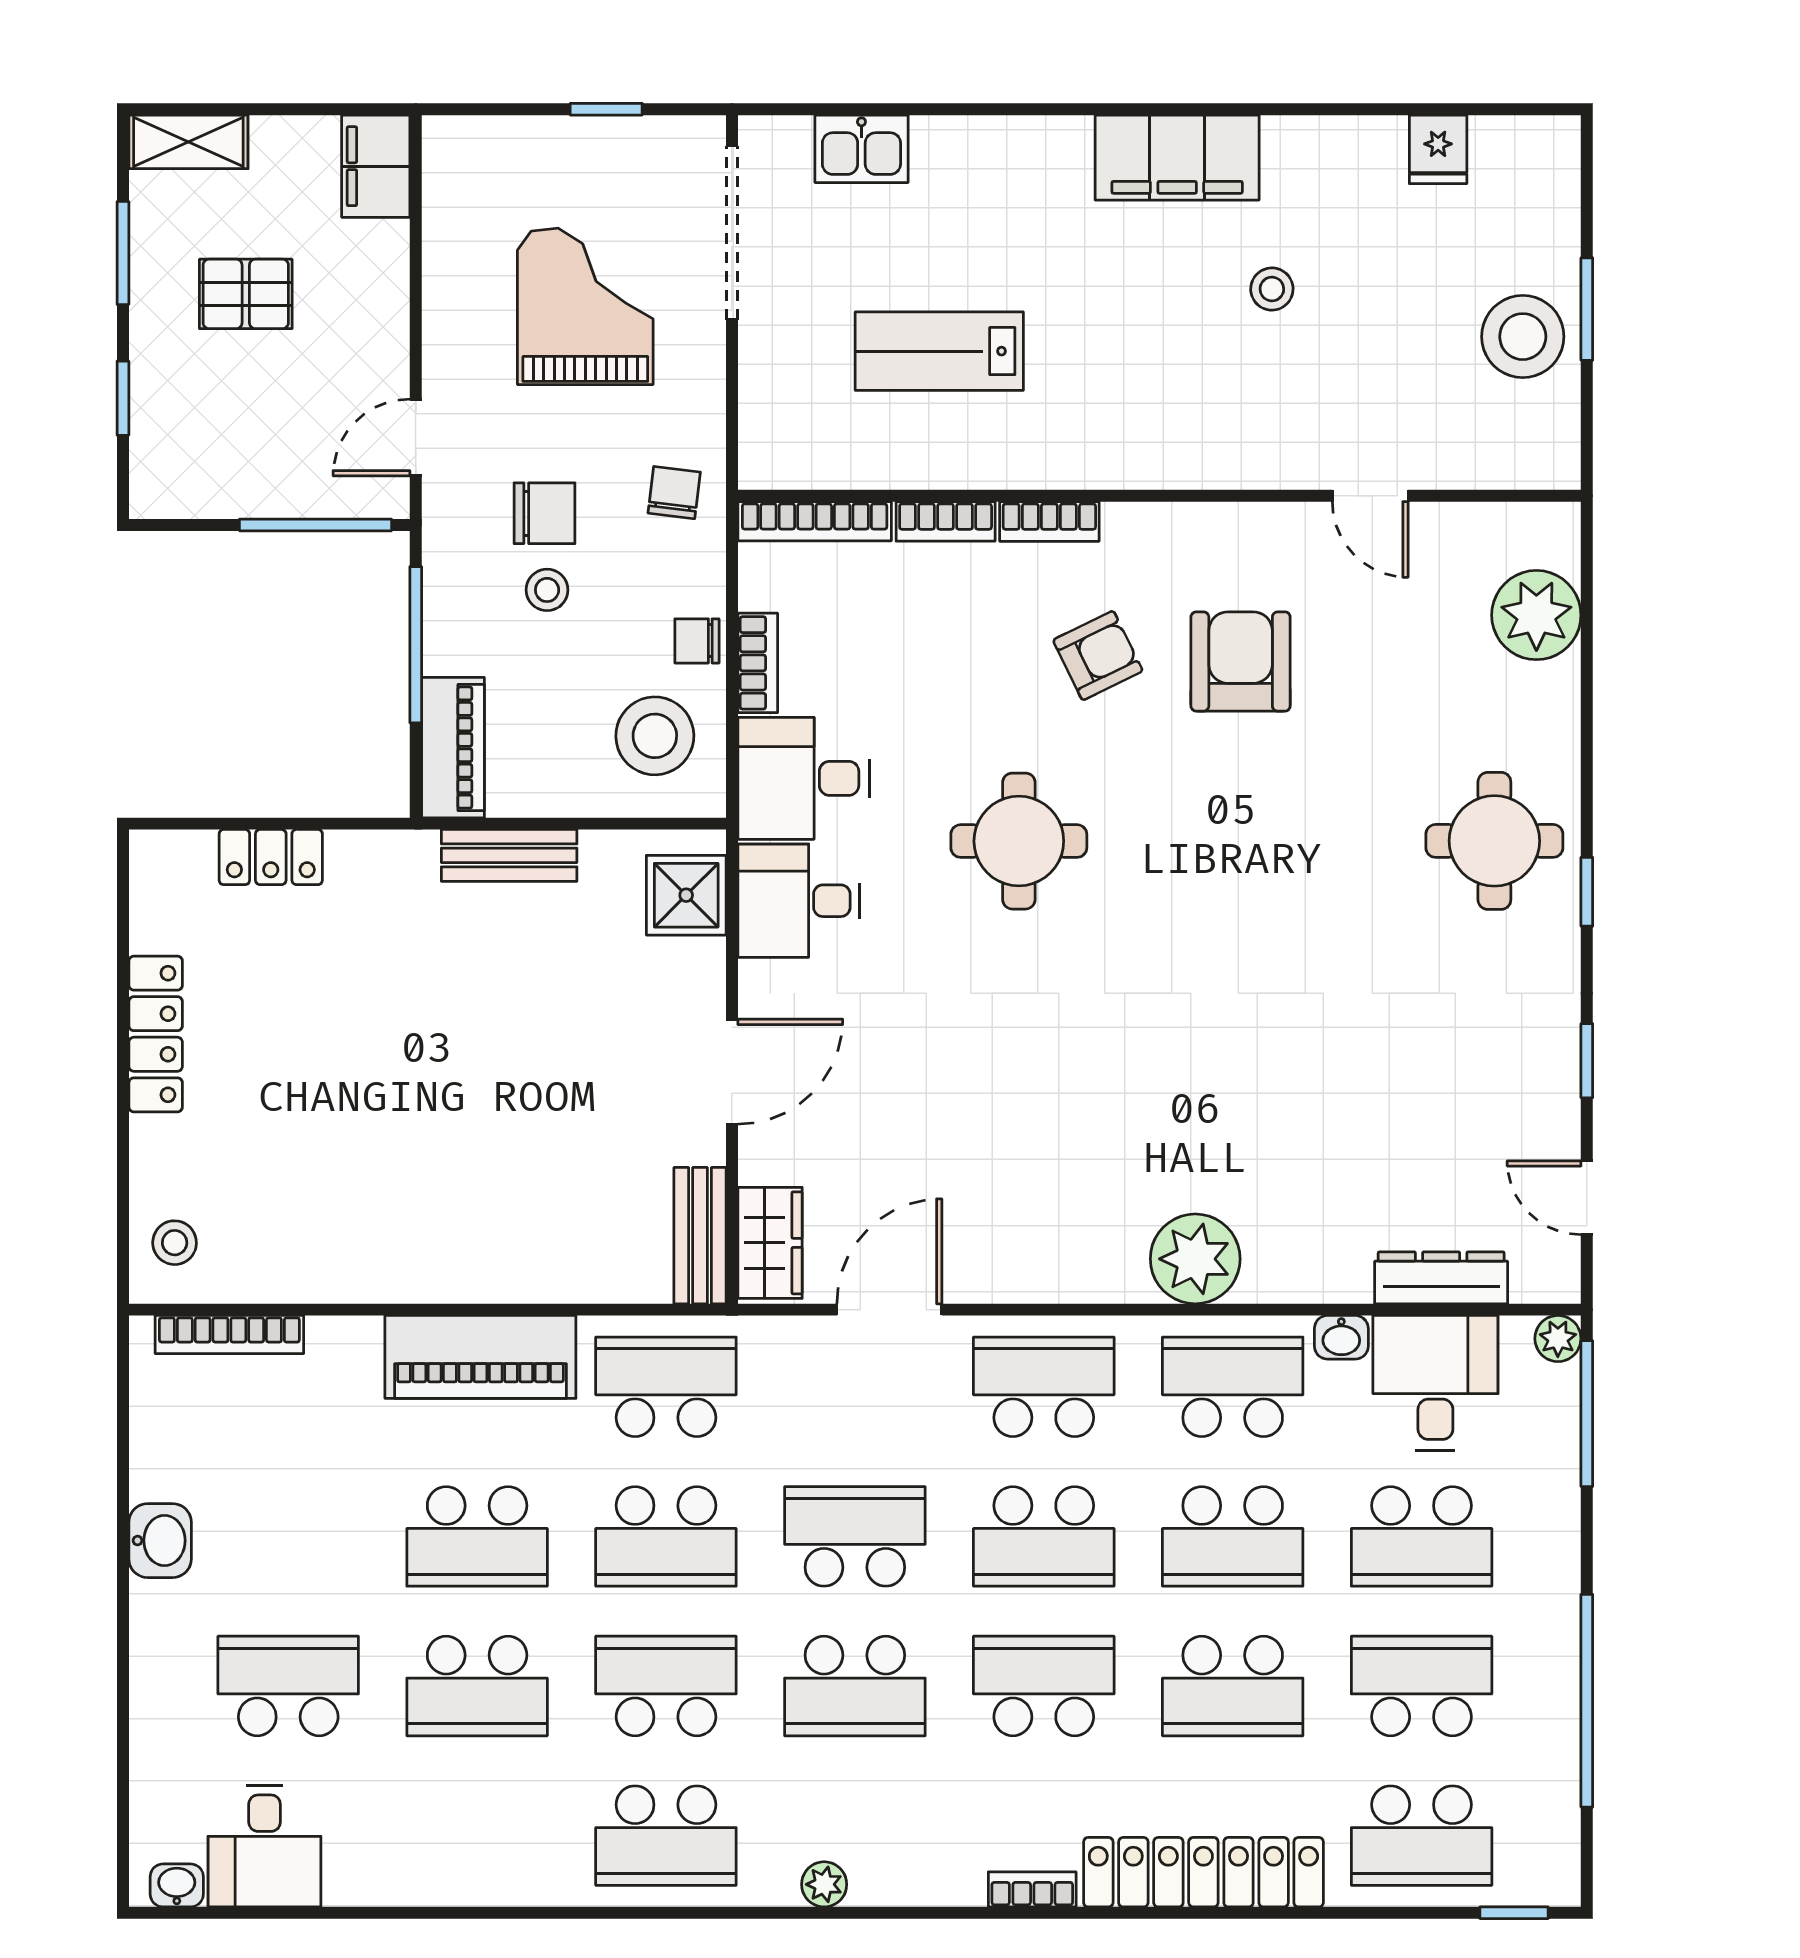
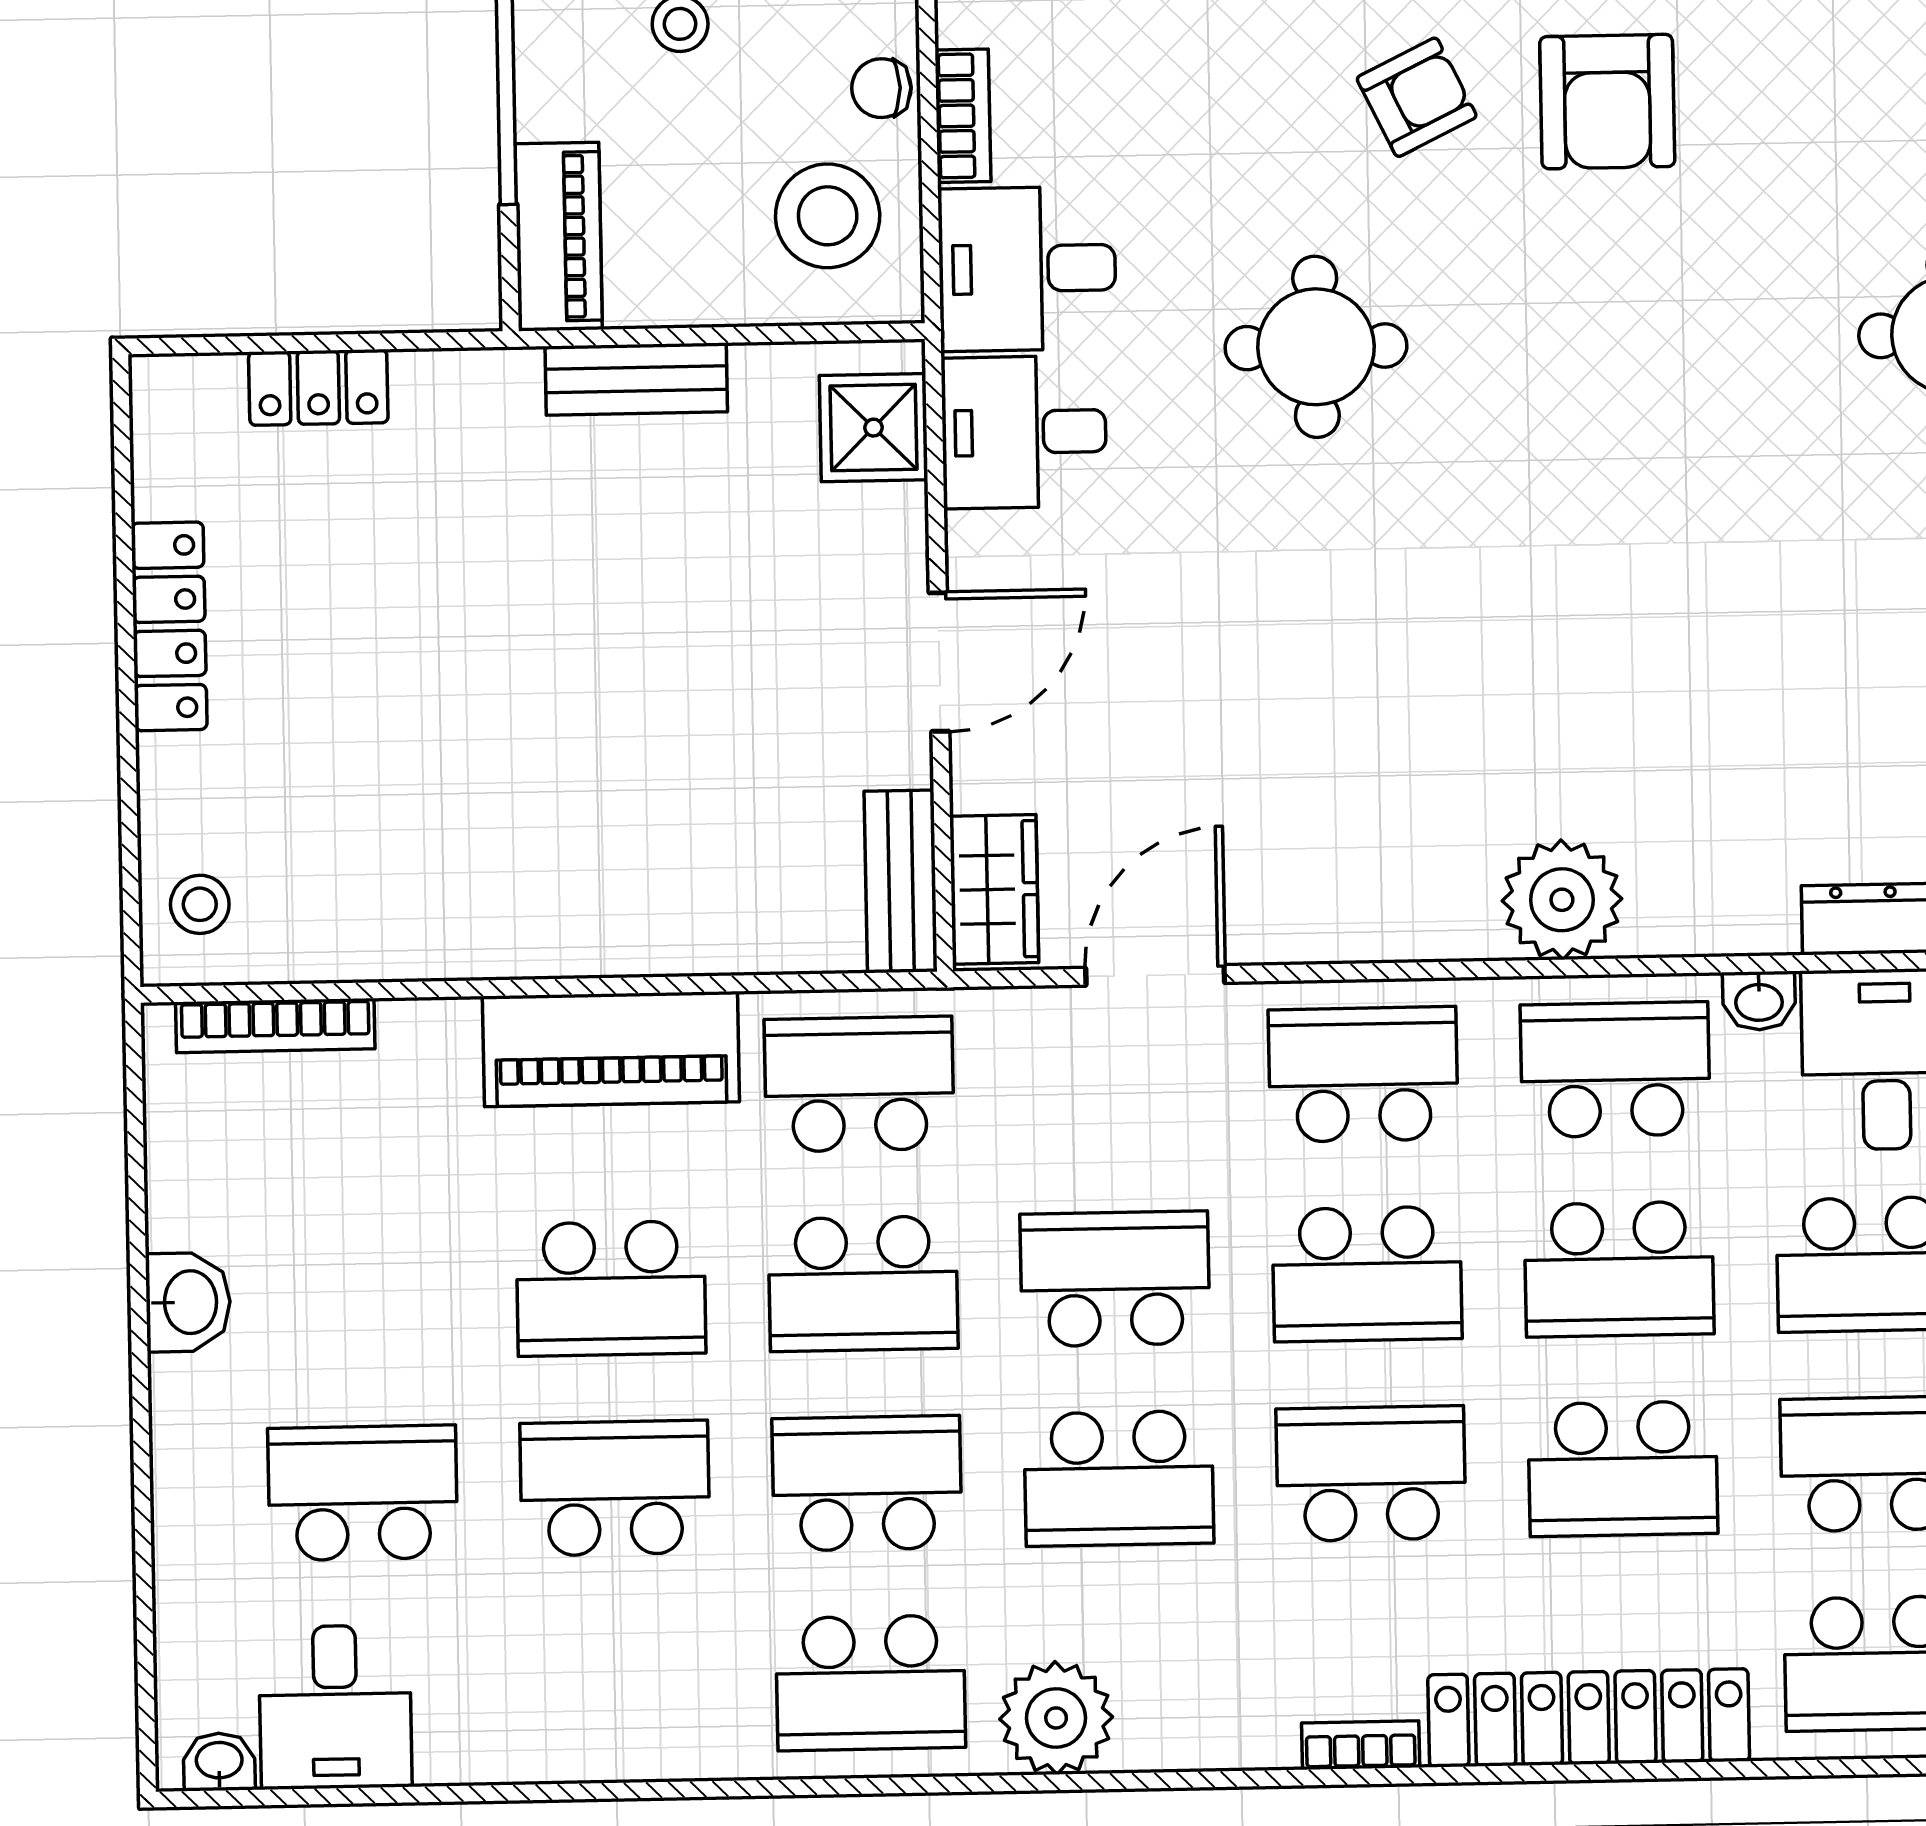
armchair: (1241, 661) -> (1607, 102), turned 180
school desk: (477, 1686) -> (615, 1488), turned 180
plant: (824, 1884) -> (1056, 1718), width x1.88, depth x1.88

